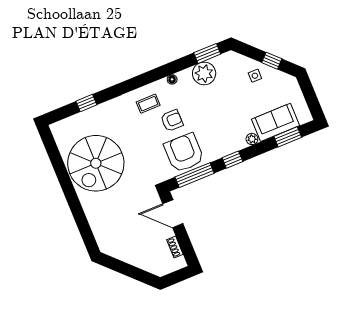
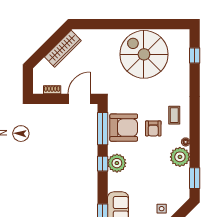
plant: (204, 73) -> (180, 157), moved
window: (86, 103) -> (195, 56), moved
plant: (252, 139) -> (117, 163), moved, width x1.87, depth x1.87
wardrobe: (126, 253) -> (63, 49), added

